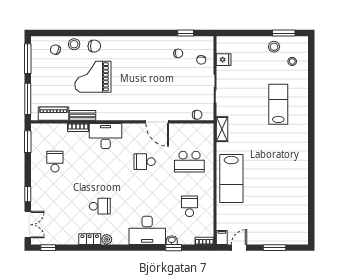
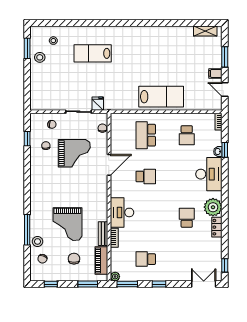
window: (87, 33) -> (27, 230), added
chair: (94, 46) -> (74, 259), moved
window: (28, 59) -> (51, 284), width x0.46
fridge: (224, 60) -> (98, 104), moved
grand piano: (170, 84) -> (74, 153), added
window: (28, 99) -> (88, 284), width x0.69
plant: (36, 129) -> (115, 277), added
shelving: (222, 129) -> (205, 31), moved
school desk: (145, 162) -> (146, 176), turned -90
school desk: (189, 162) -> (146, 135), turned 180
window: (28, 194) -> (159, 284), moved
school desk: (189, 206) -> (187, 135), turned -90
filing cabinet: (222, 237) -> (215, 73), moved
plant: (107, 239) -> (213, 207), width x1.87, depth x1.87

